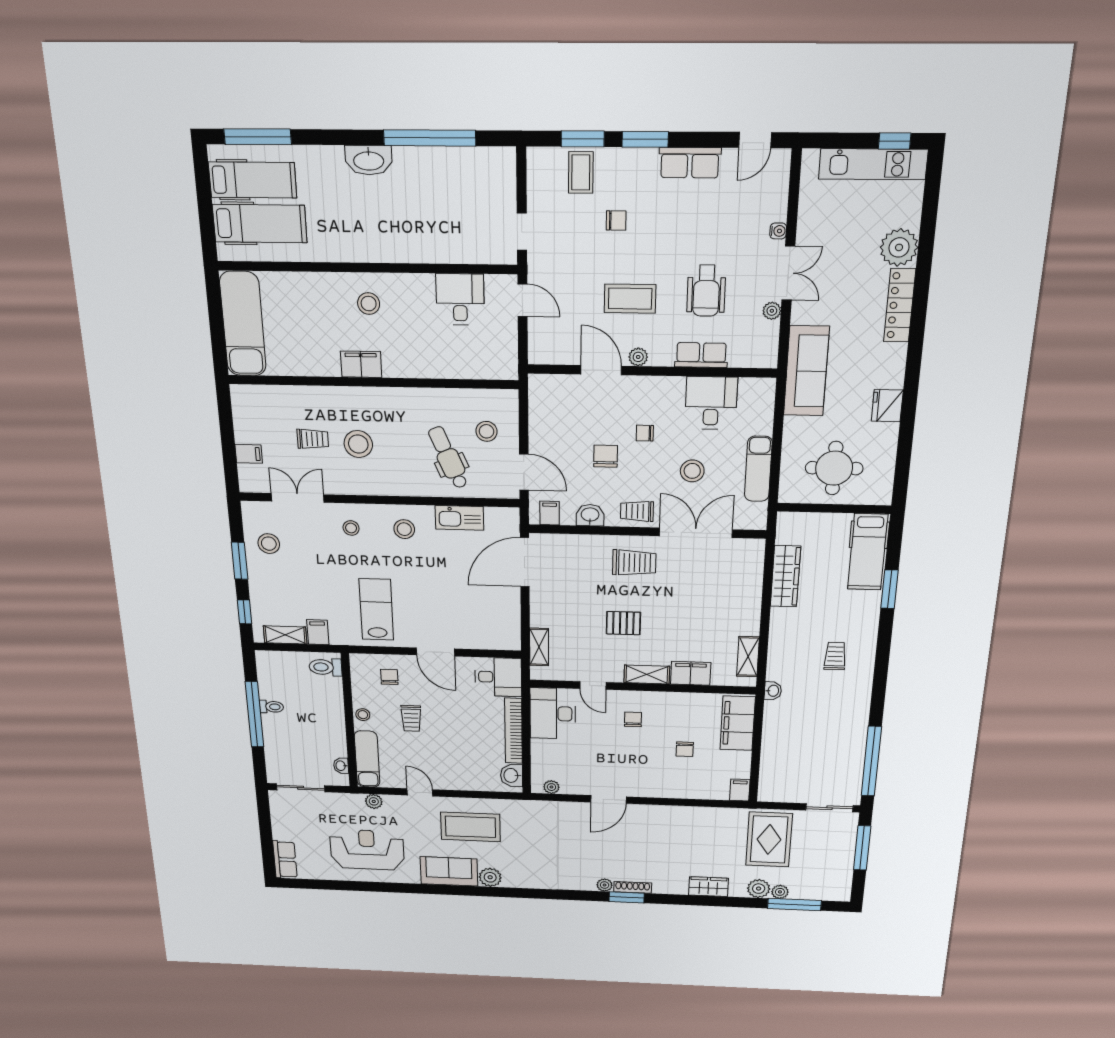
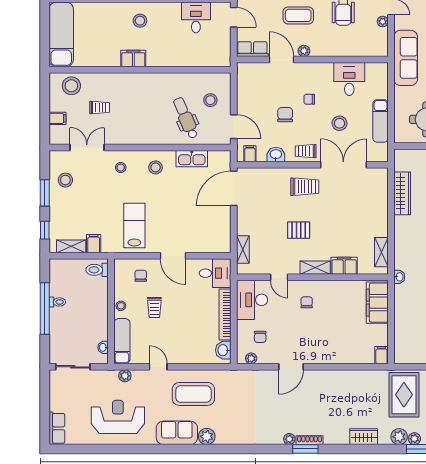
row of seats: (701, 355) -> (252, 49), moved
stool: (358, 444) -> (71, 86), moved
chair: (685, 749) -> (260, 337), moved

